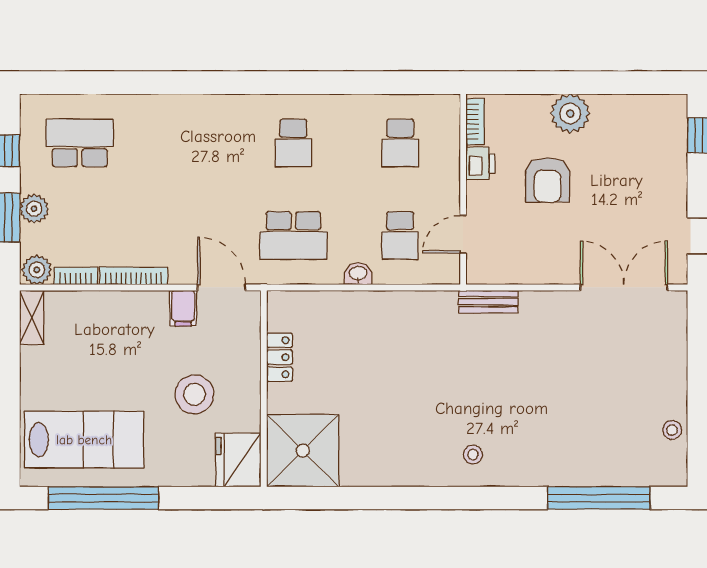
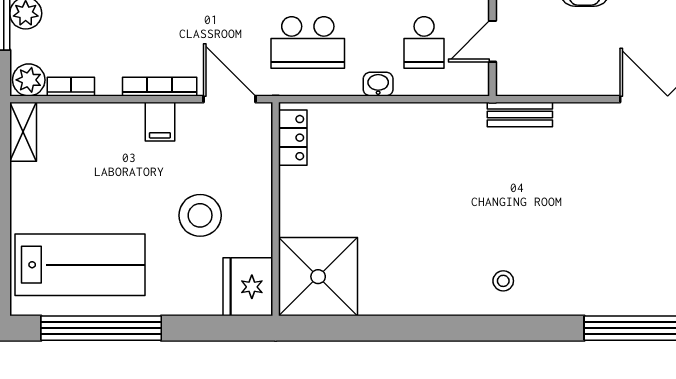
bookcase: (133, 276) -> (160, 87), moved
filing cabinet: (183, 308) -> (160, 122), moved
locker: (280, 357) -> (293, 138), moved

